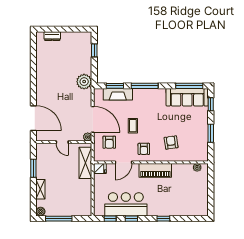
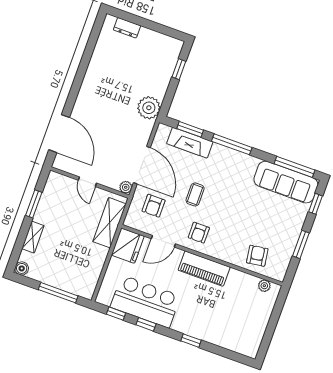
armchair: (171, 142) -> (257, 256), moved
fridge: (100, 169) -> (128, 246), width x1.88, depth x1.34
window: (59, 219) -> (58, 293), moved

